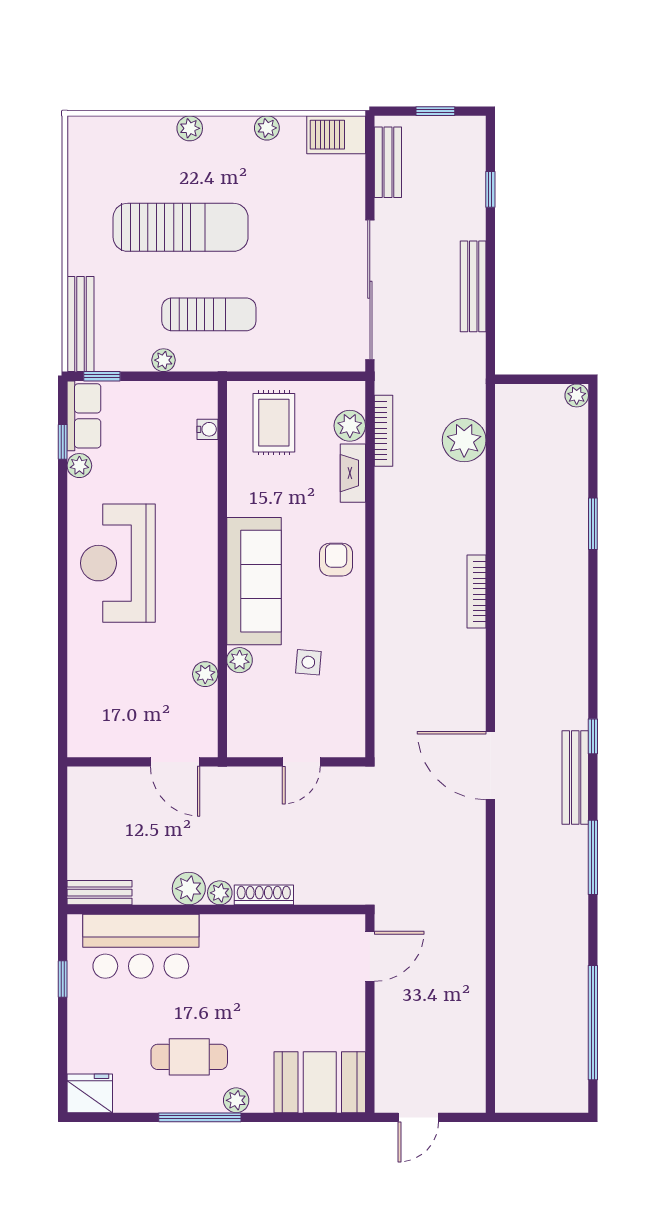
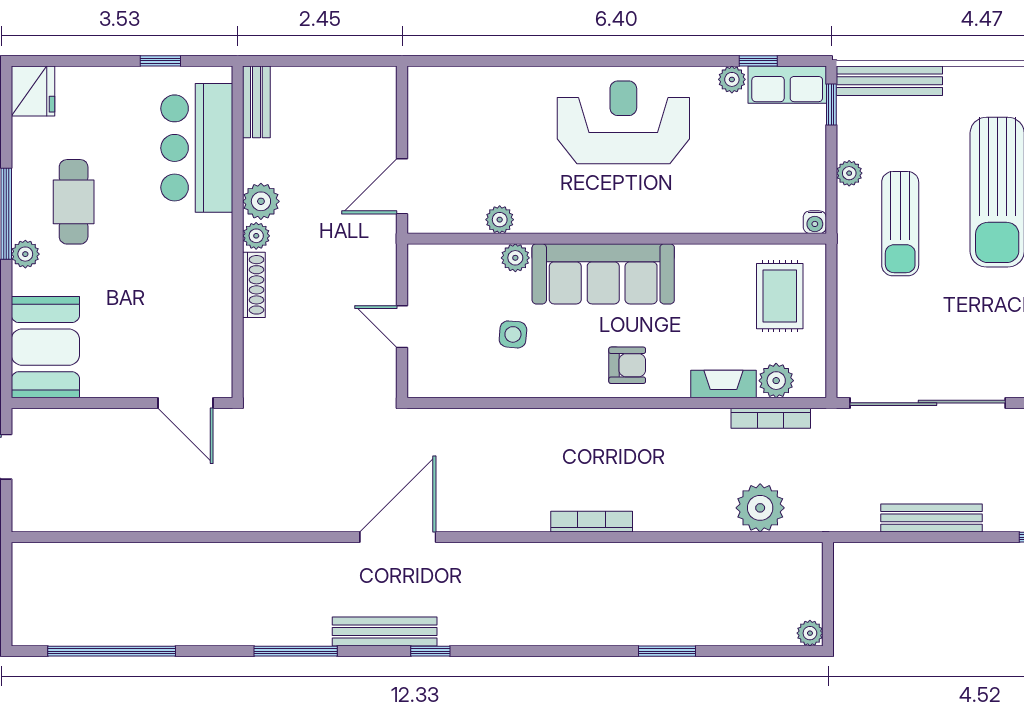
rug: (274, 423) -> (780, 296), turned 90
water cooler: (208, 429) -> (815, 222), moved

